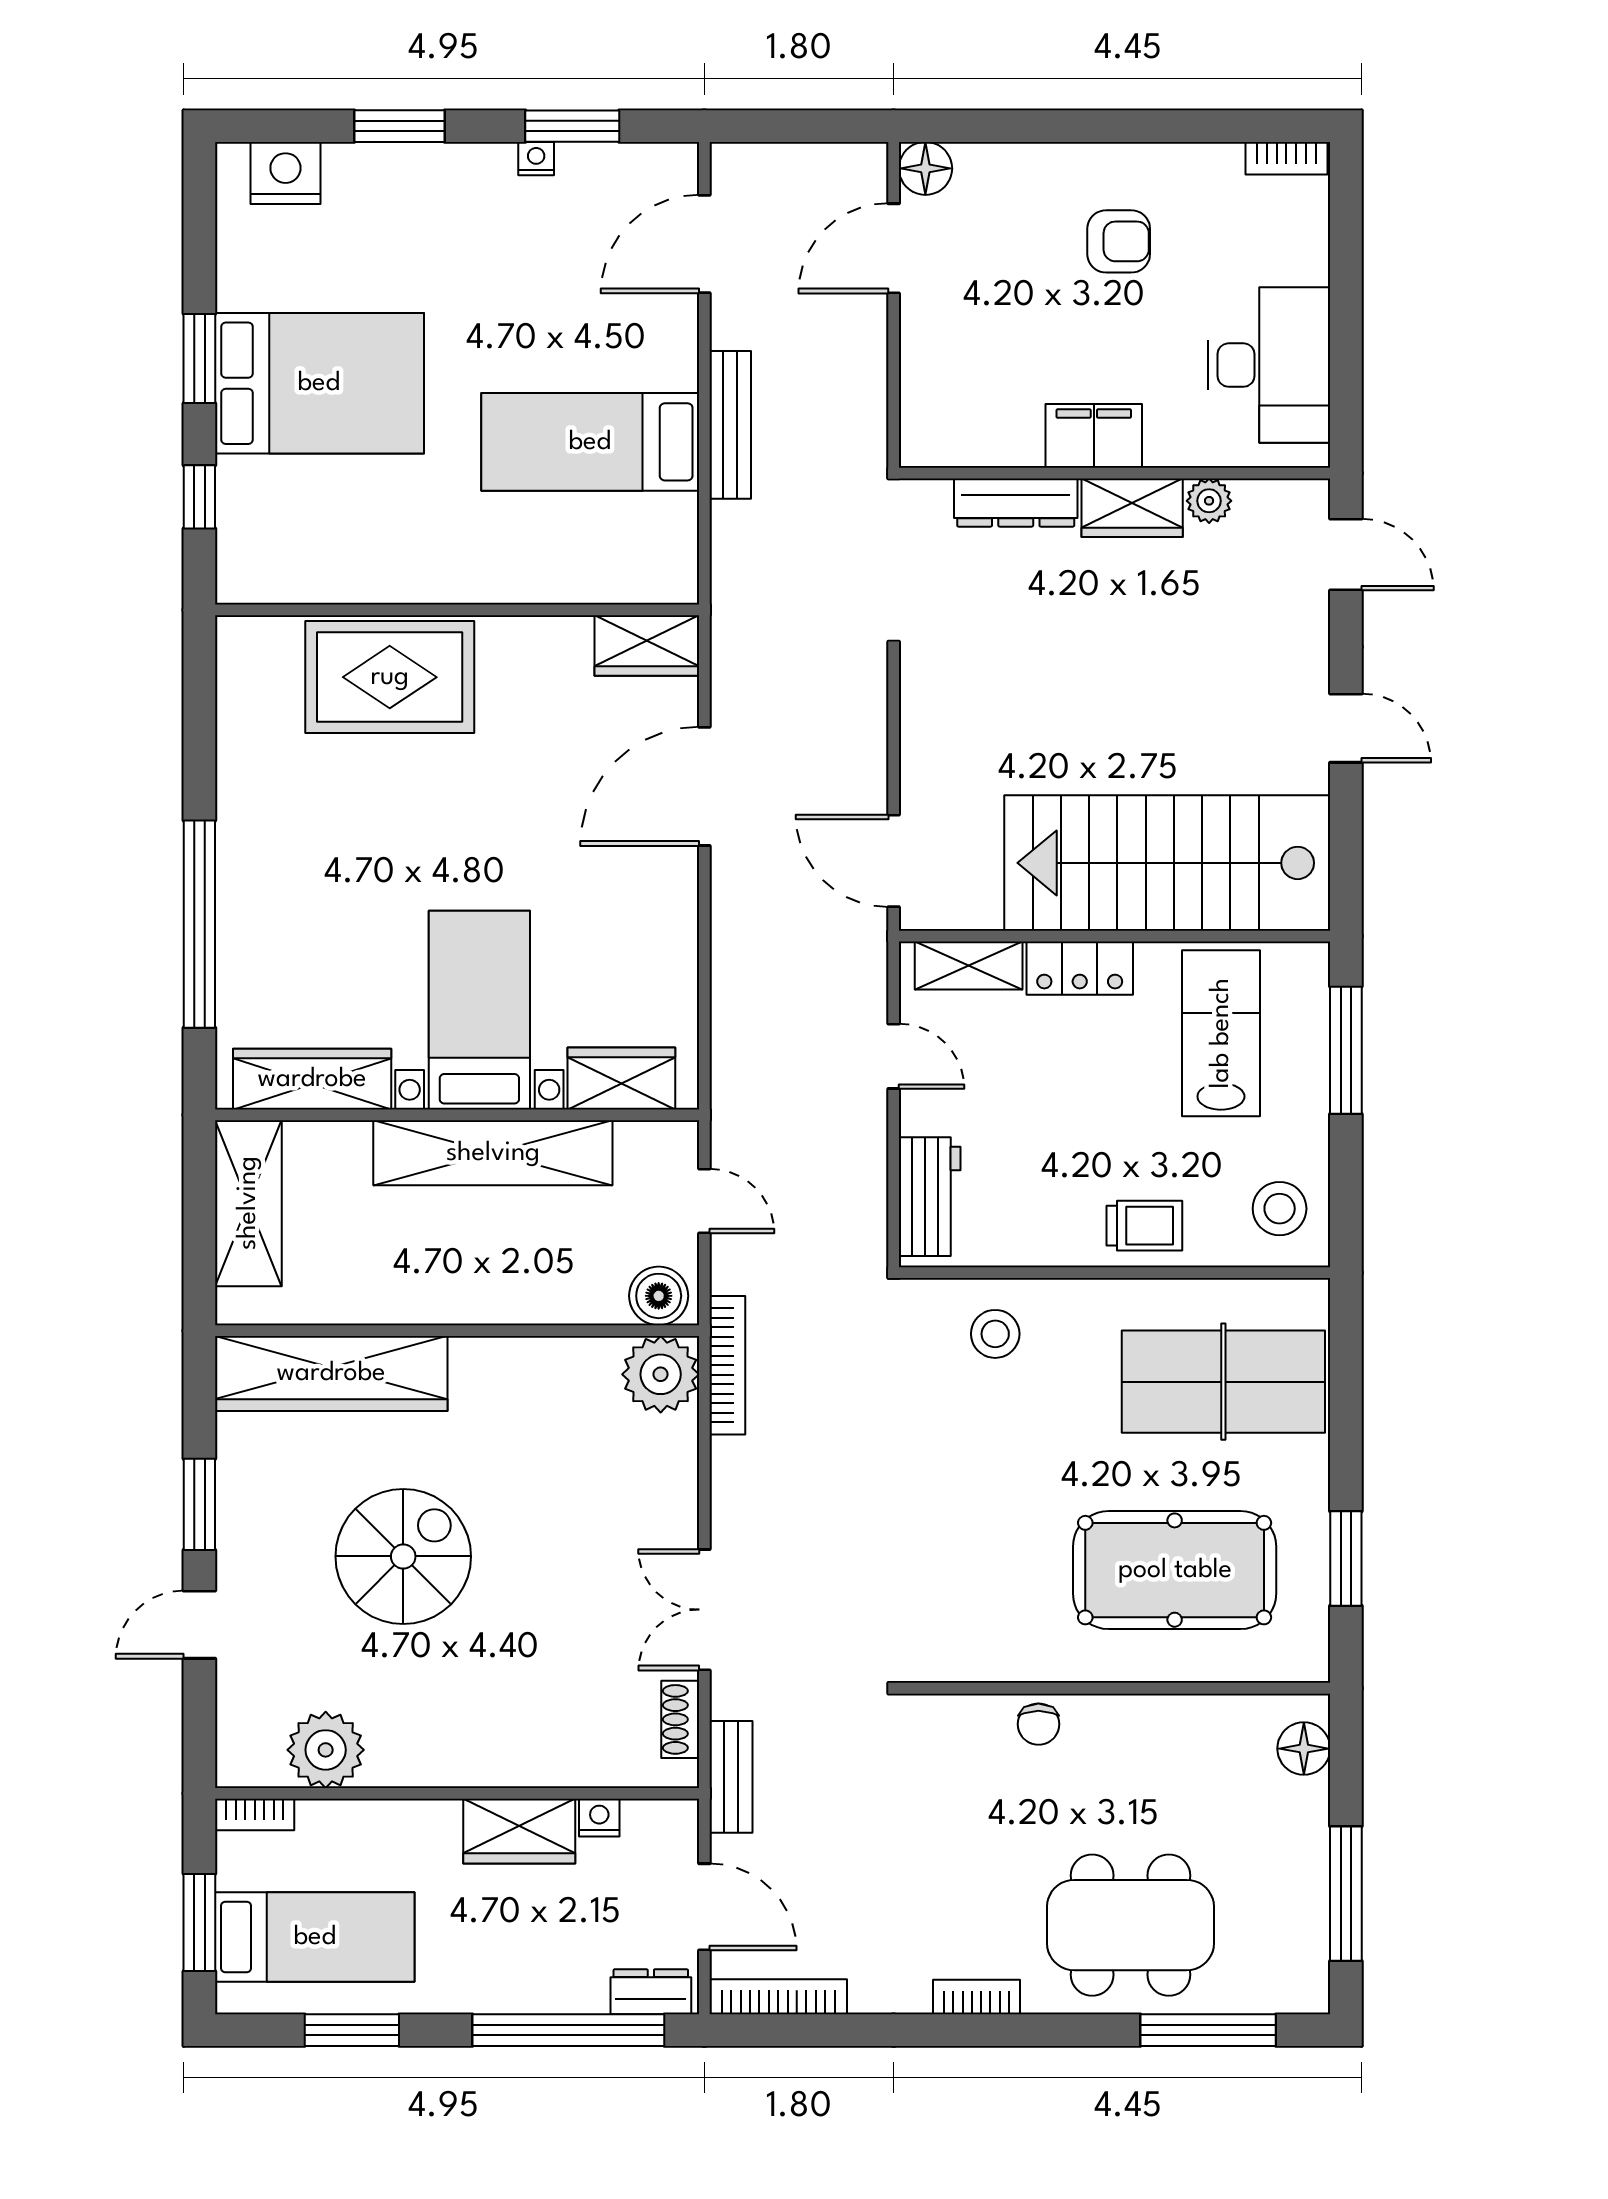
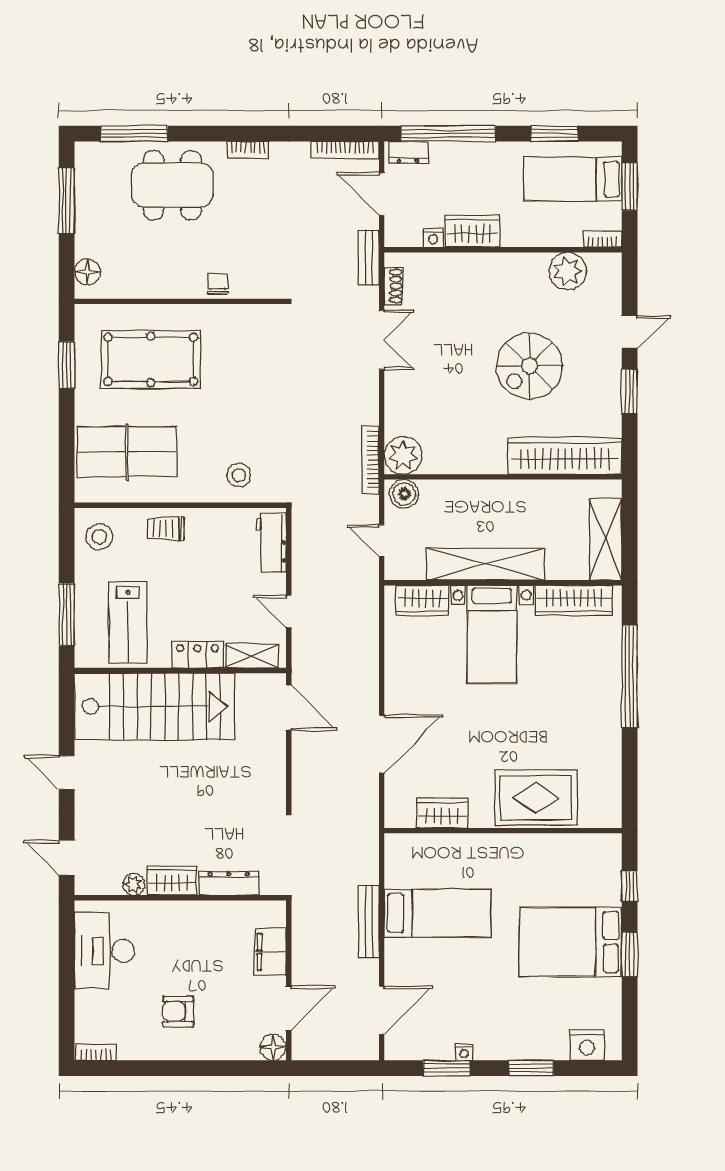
filing cabinet: (1094, 436) -> (270, 952), moved, turned 90
wardrobe: (647, 645) -> (442, 813), moved

